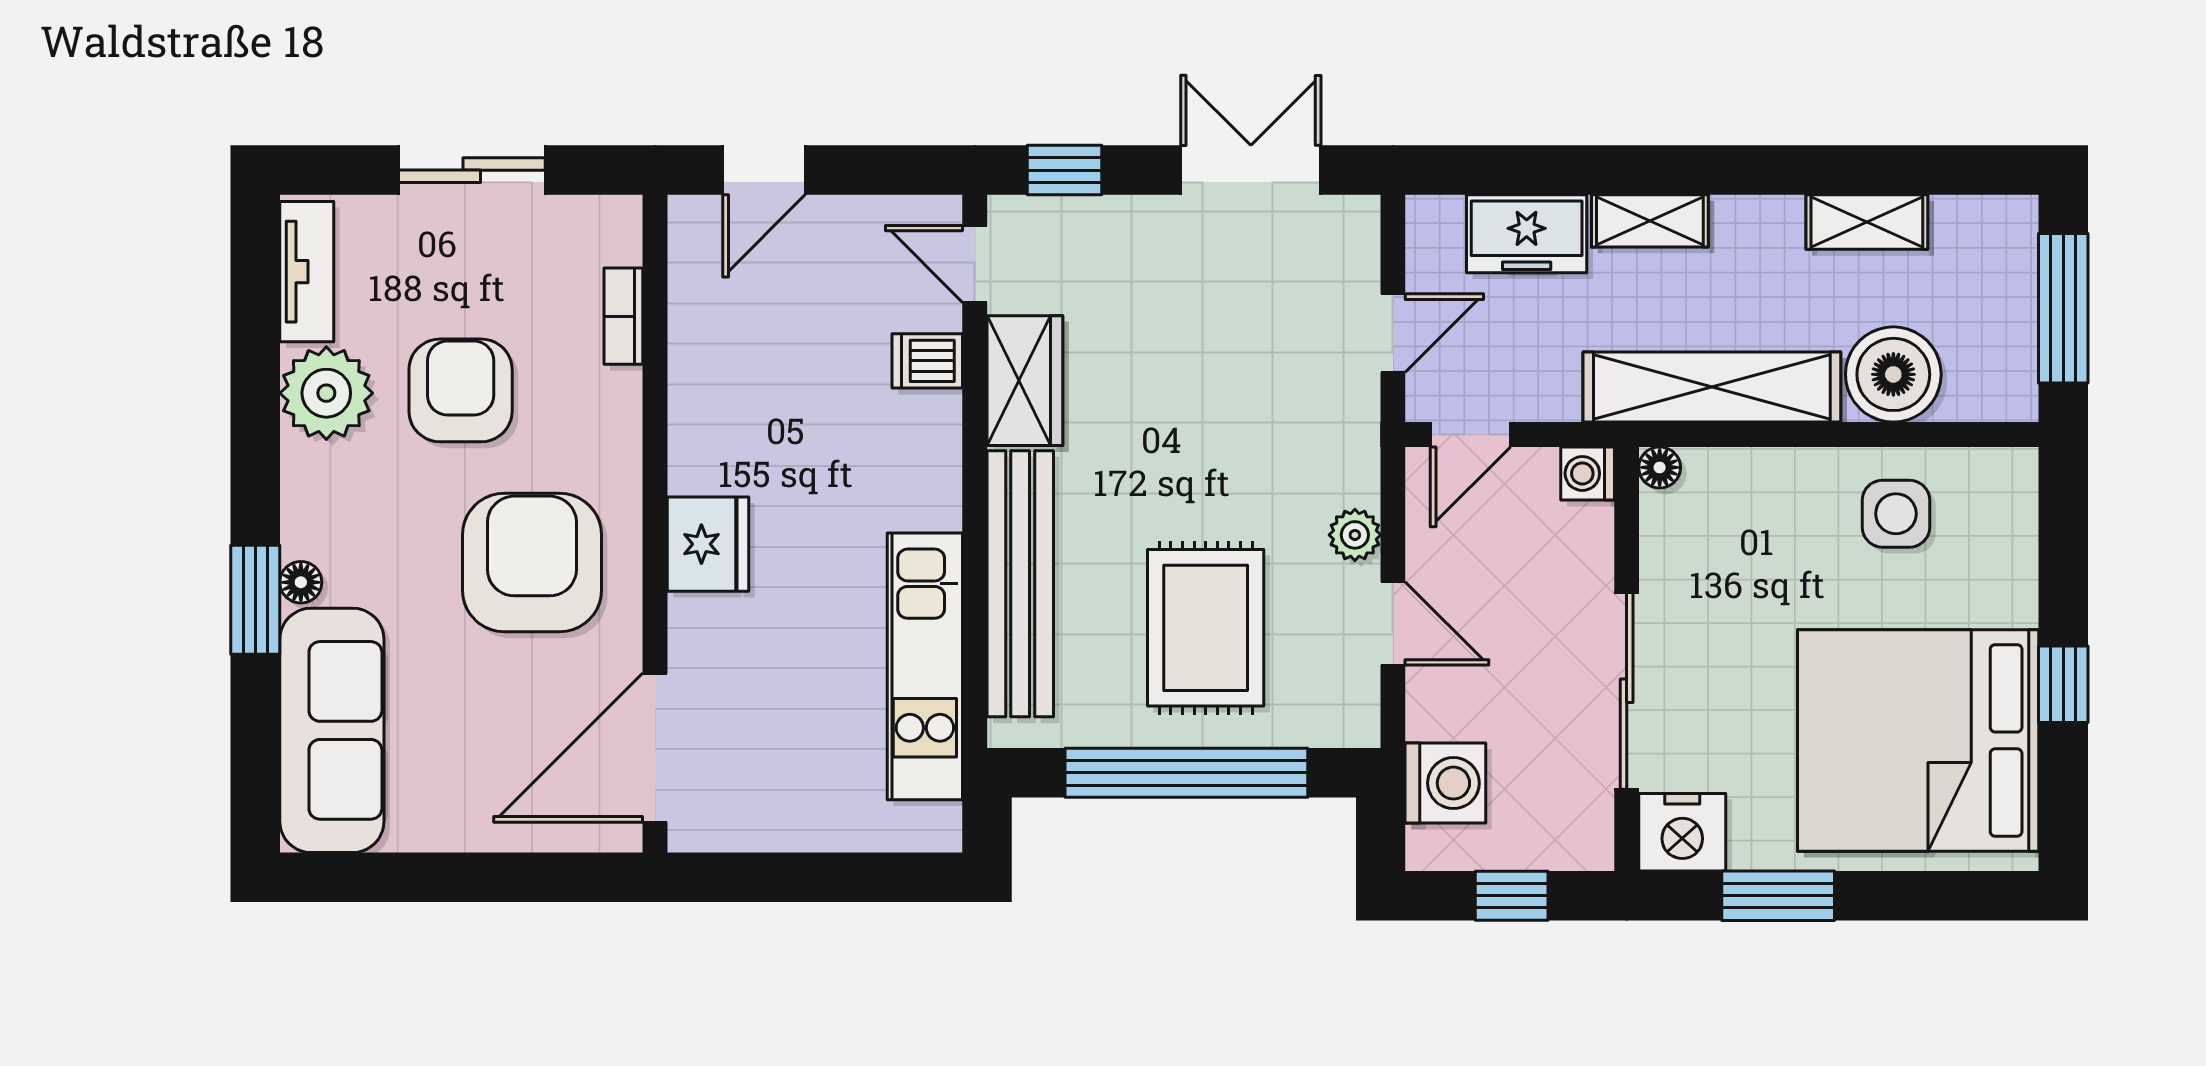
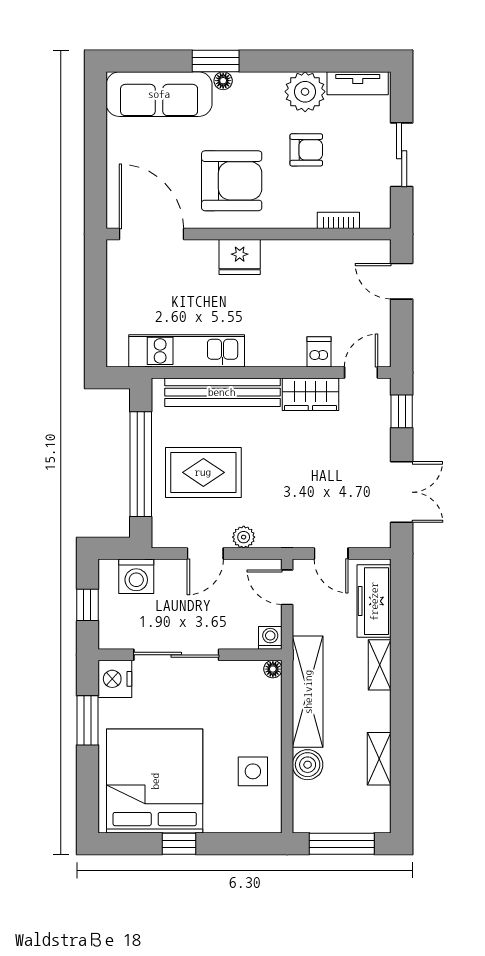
freezer: (1527, 234) -> (374, 601), width x1.40
boiler: (1893, 374) -> (308, 765), width x0.73, depth x0.73
armchair: (461, 390) -> (306, 150), width x0.72, depth x0.72

